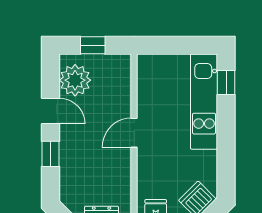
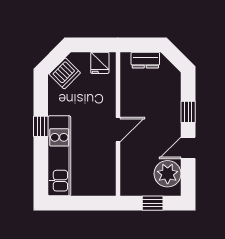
window: (226, 82) -> (41, 126), moved
door: (51, 111) -> (188, 148), hinge flipped

